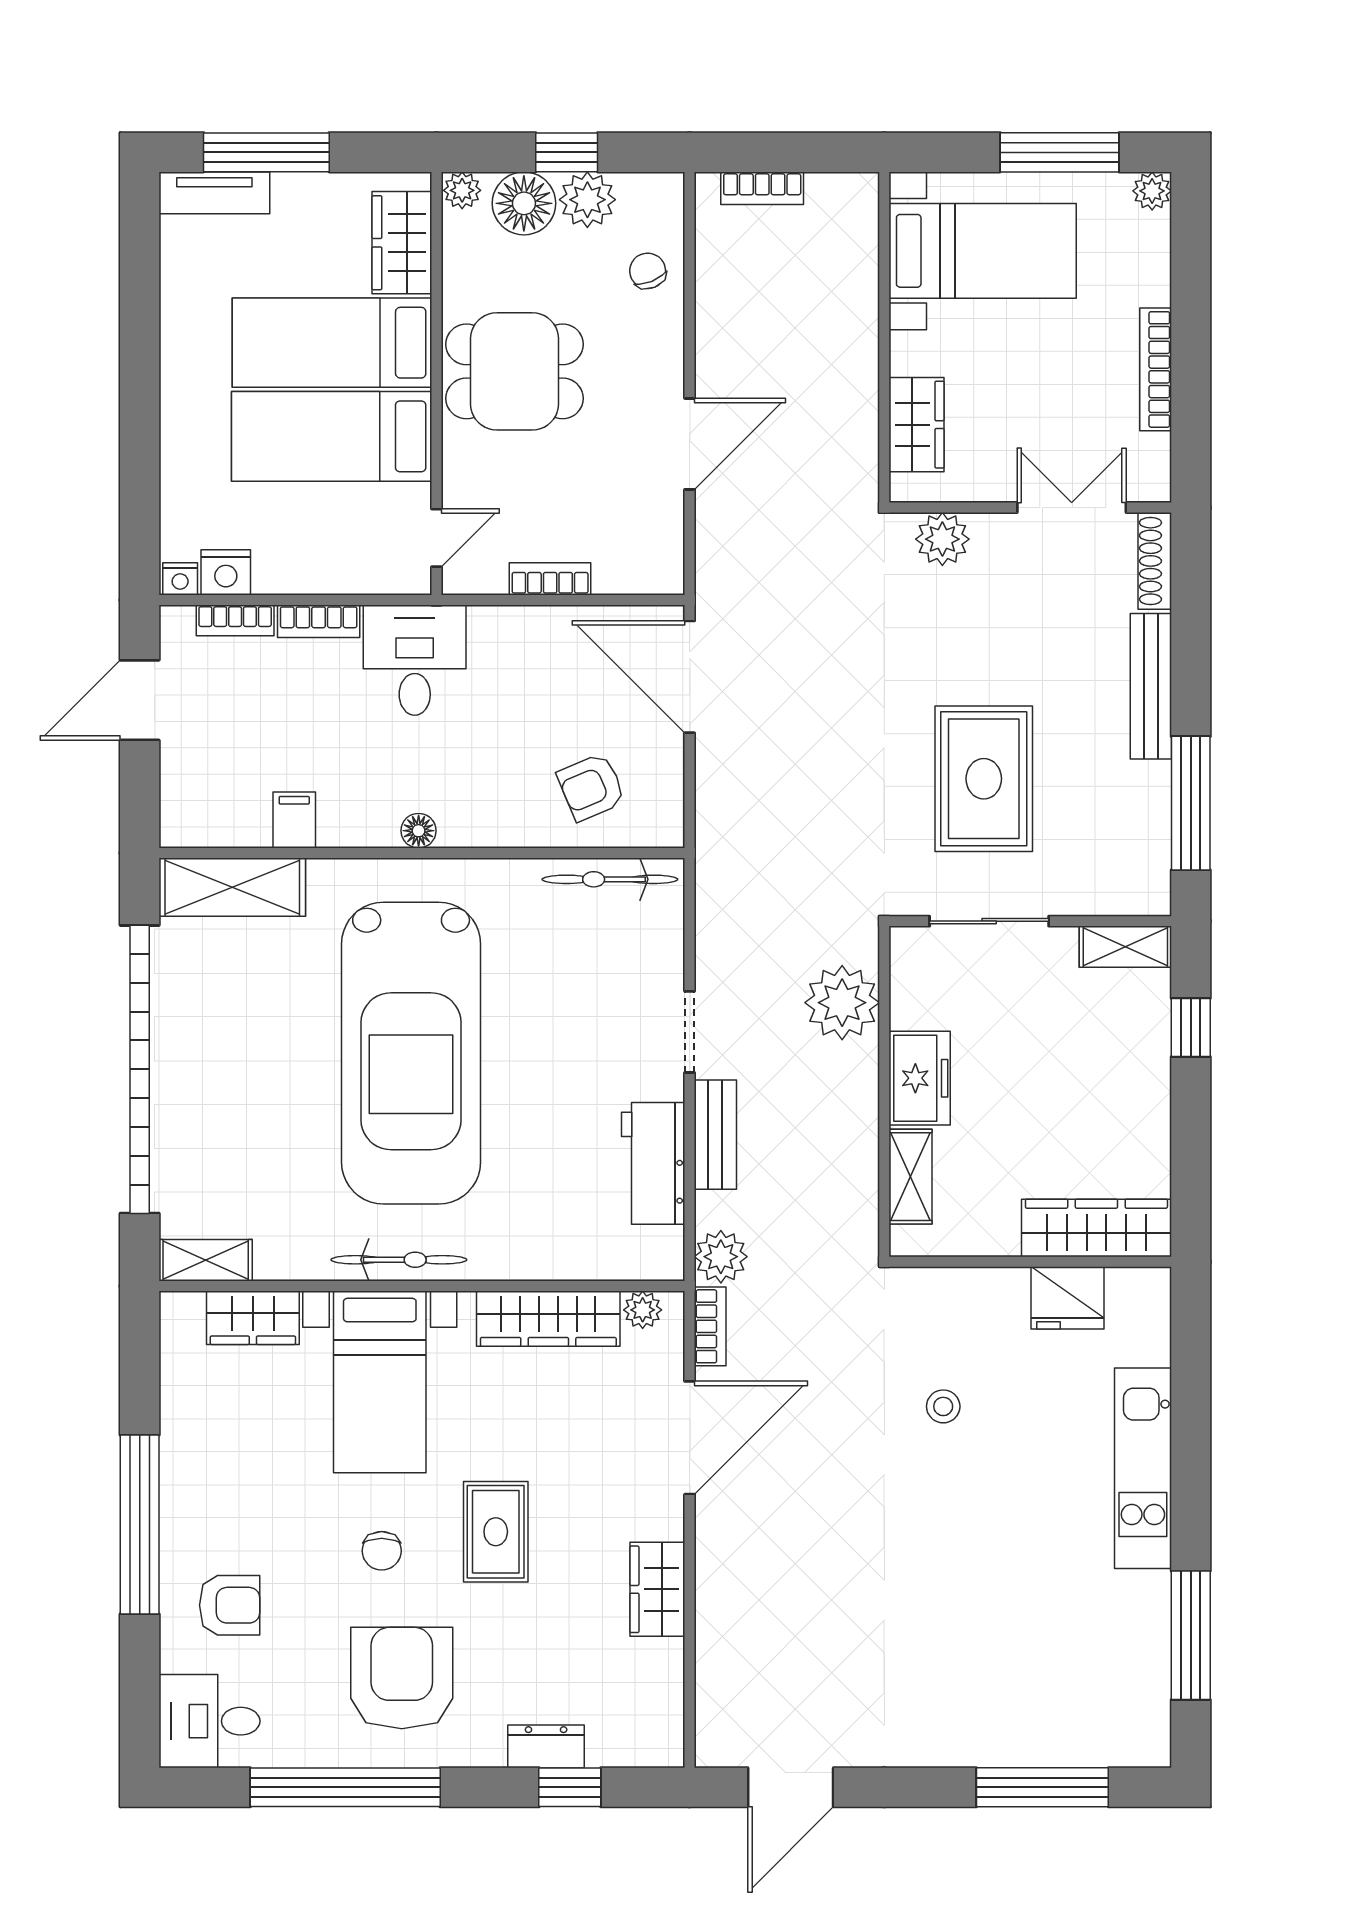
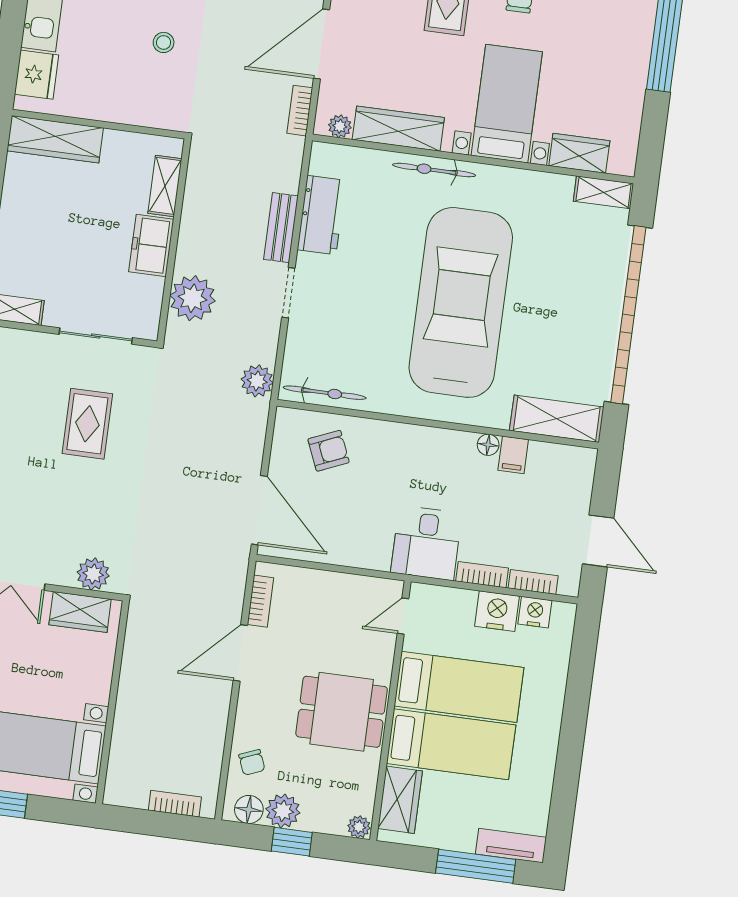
floor lamp: (524, 203) -> (249, 809), moved, width x0.73, depth x0.73
wardrobe: (916, 425) -> (80, 612), moved, turned -90
nightstand: (180, 579) -> (497, 611), moved, width x1.89, depth x1.79
bookcase: (550, 579) -> (260, 601), moved, turned -90
door: (140, 700) -> (598, 541), hinge flipped
rug: (984, 779) -> (87, 424), width x0.73, depth x0.70
floor lamp: (419, 831) -> (488, 445), moved
plant: (721, 1257) -> (257, 381), moved
bicycle: (399, 1260) -> (434, 170), moved
fridge: (1067, 1298) -> (37, 75), moved, turned 90

